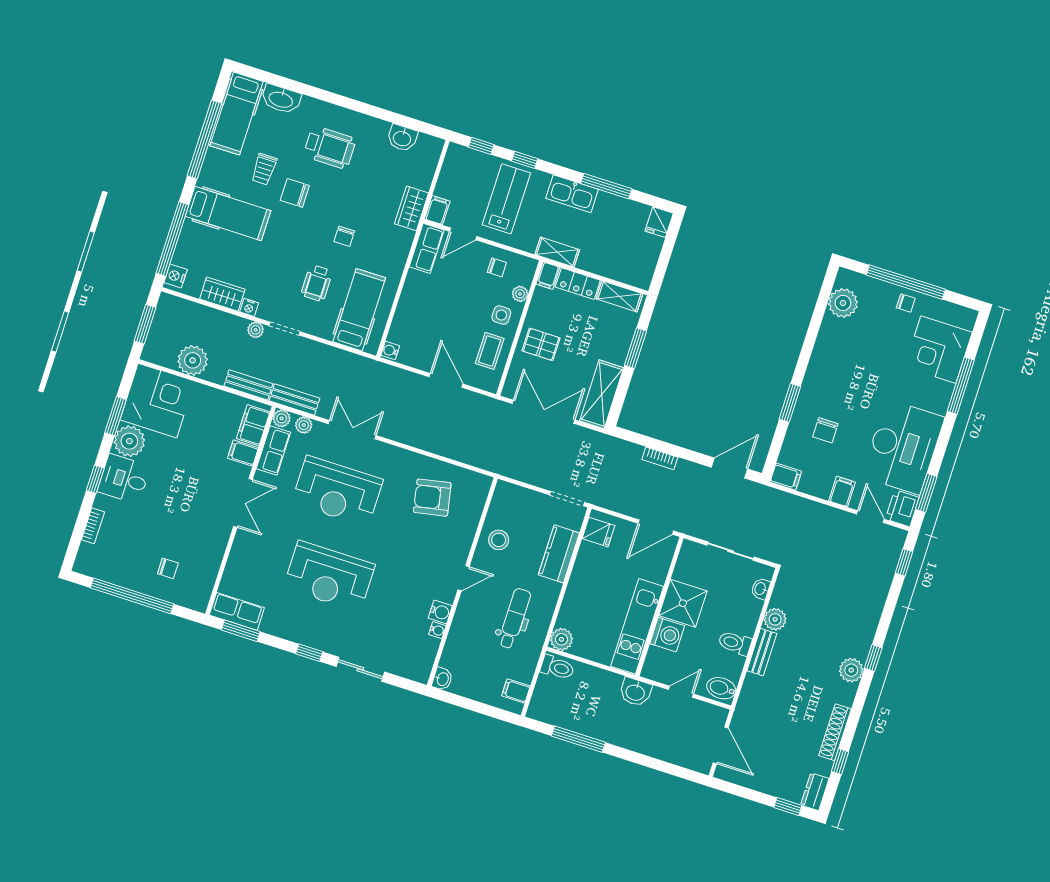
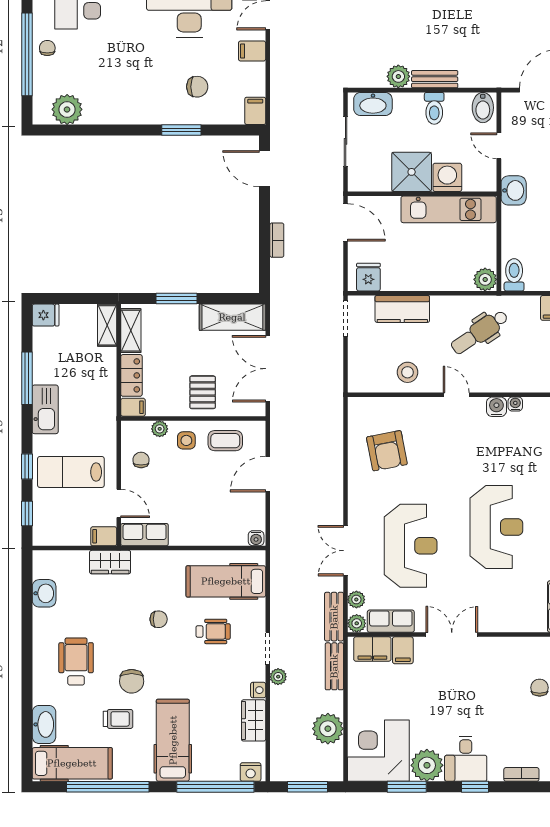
shelving: (557, 252) -> (107, 325), moved
washbasin: (761, 589) -> (373, 104), width x1.91, depth x1.45
dental chair: (514, 618) -> (480, 332), turned -34

